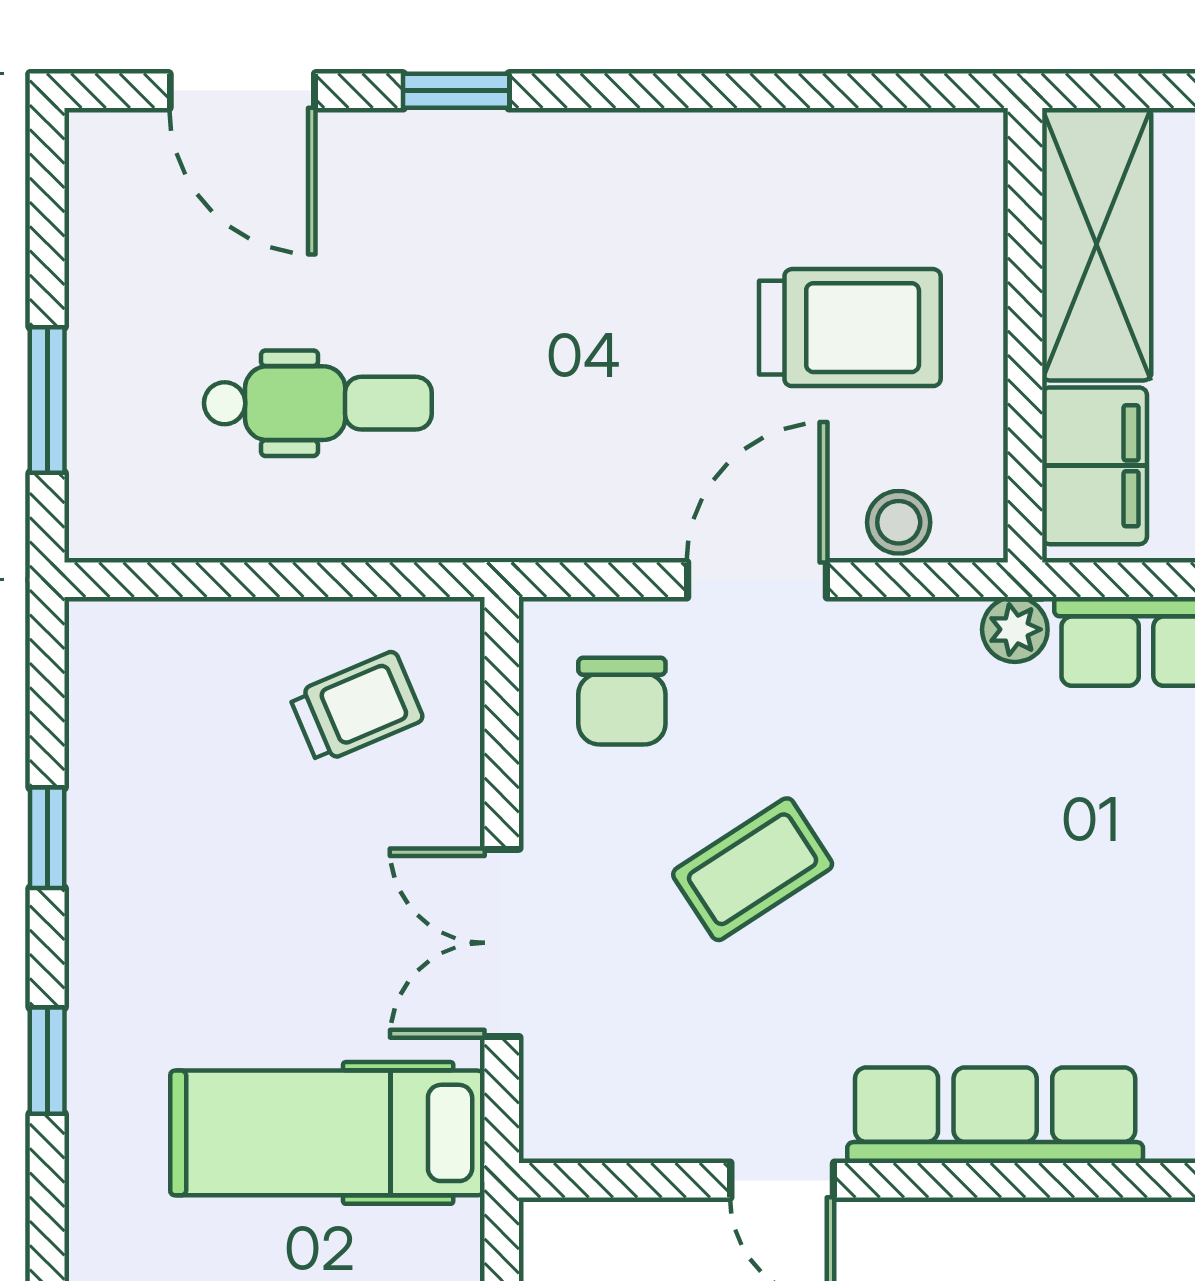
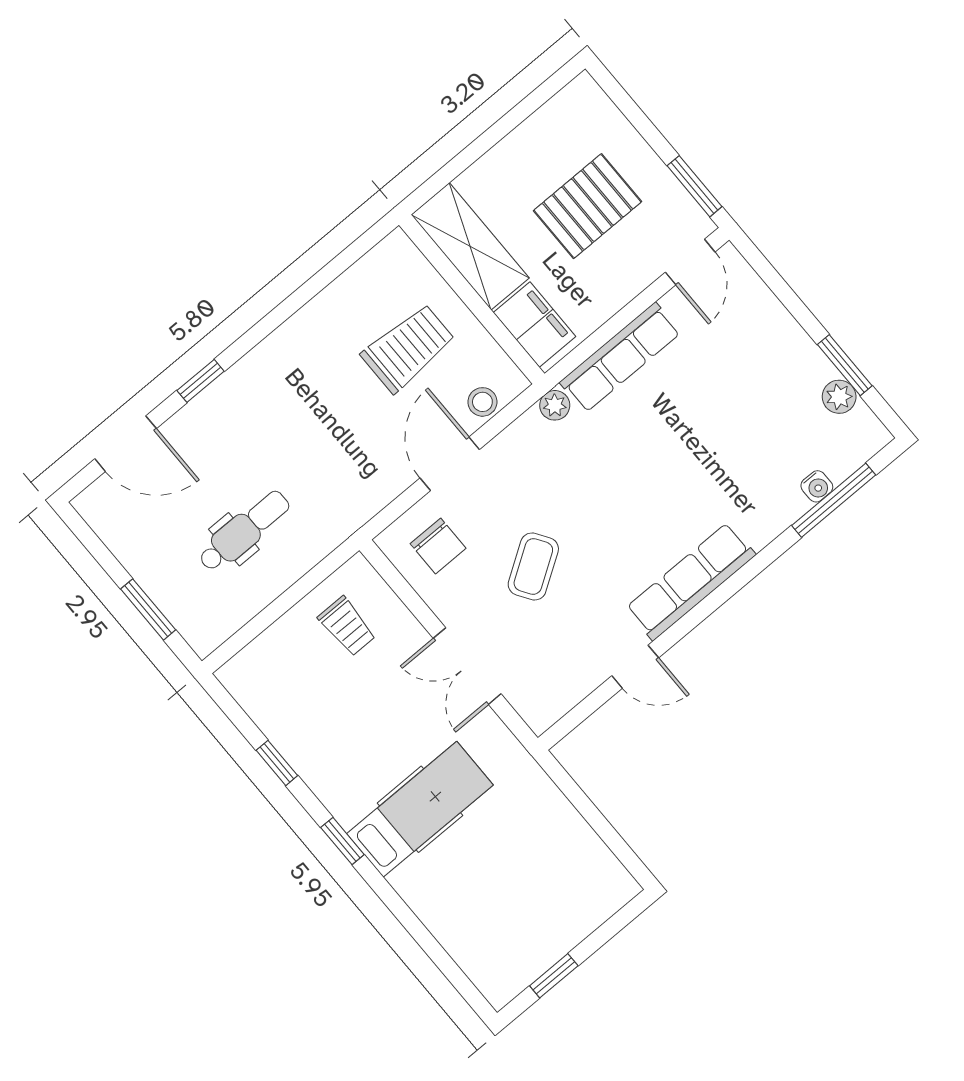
trolley: (356, 707) -> (347, 626), turned 113
hospital bed: (327, 1133) -> (420, 809), moved, turned 180

